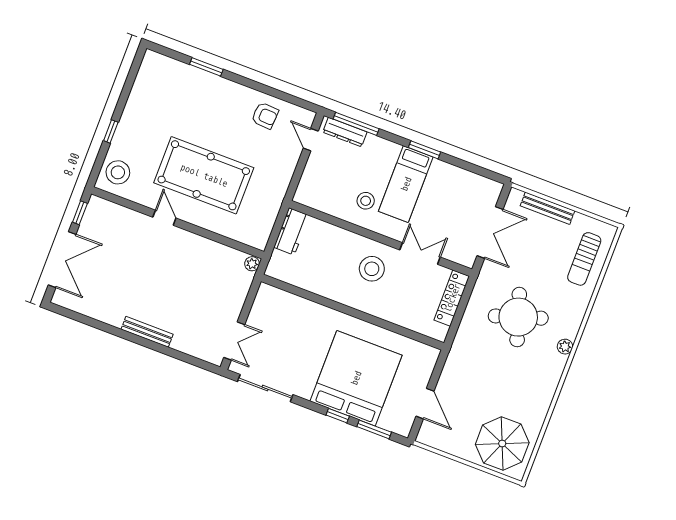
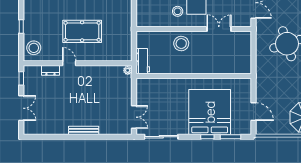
pool table: (204, 175) -> (82, 31), width x0.73, depth x0.76
dresser: (131, 218) -> (50, 70), added
workbench: (292, 231) -> (143, 61), moved
double door: (62, 260) -> (21, 108), width x0.73
stool: (372, 269) -> (181, 43), moved
locker: (452, 298) -> (246, 47), removed

